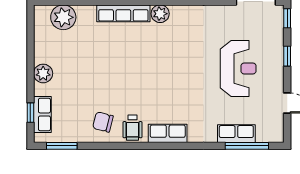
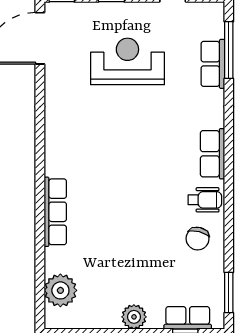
plant: (160, 14) -> (56, 164), removed

